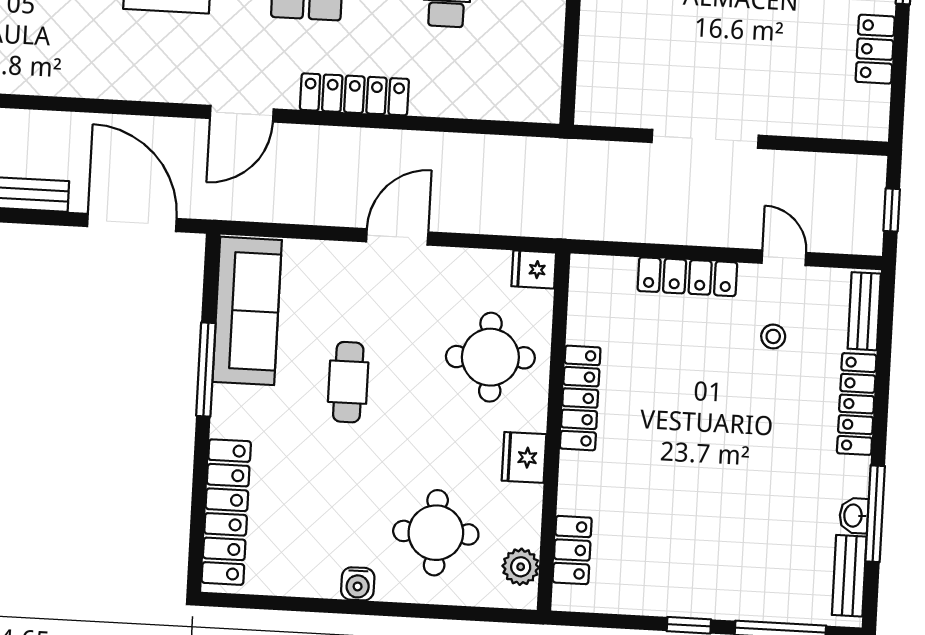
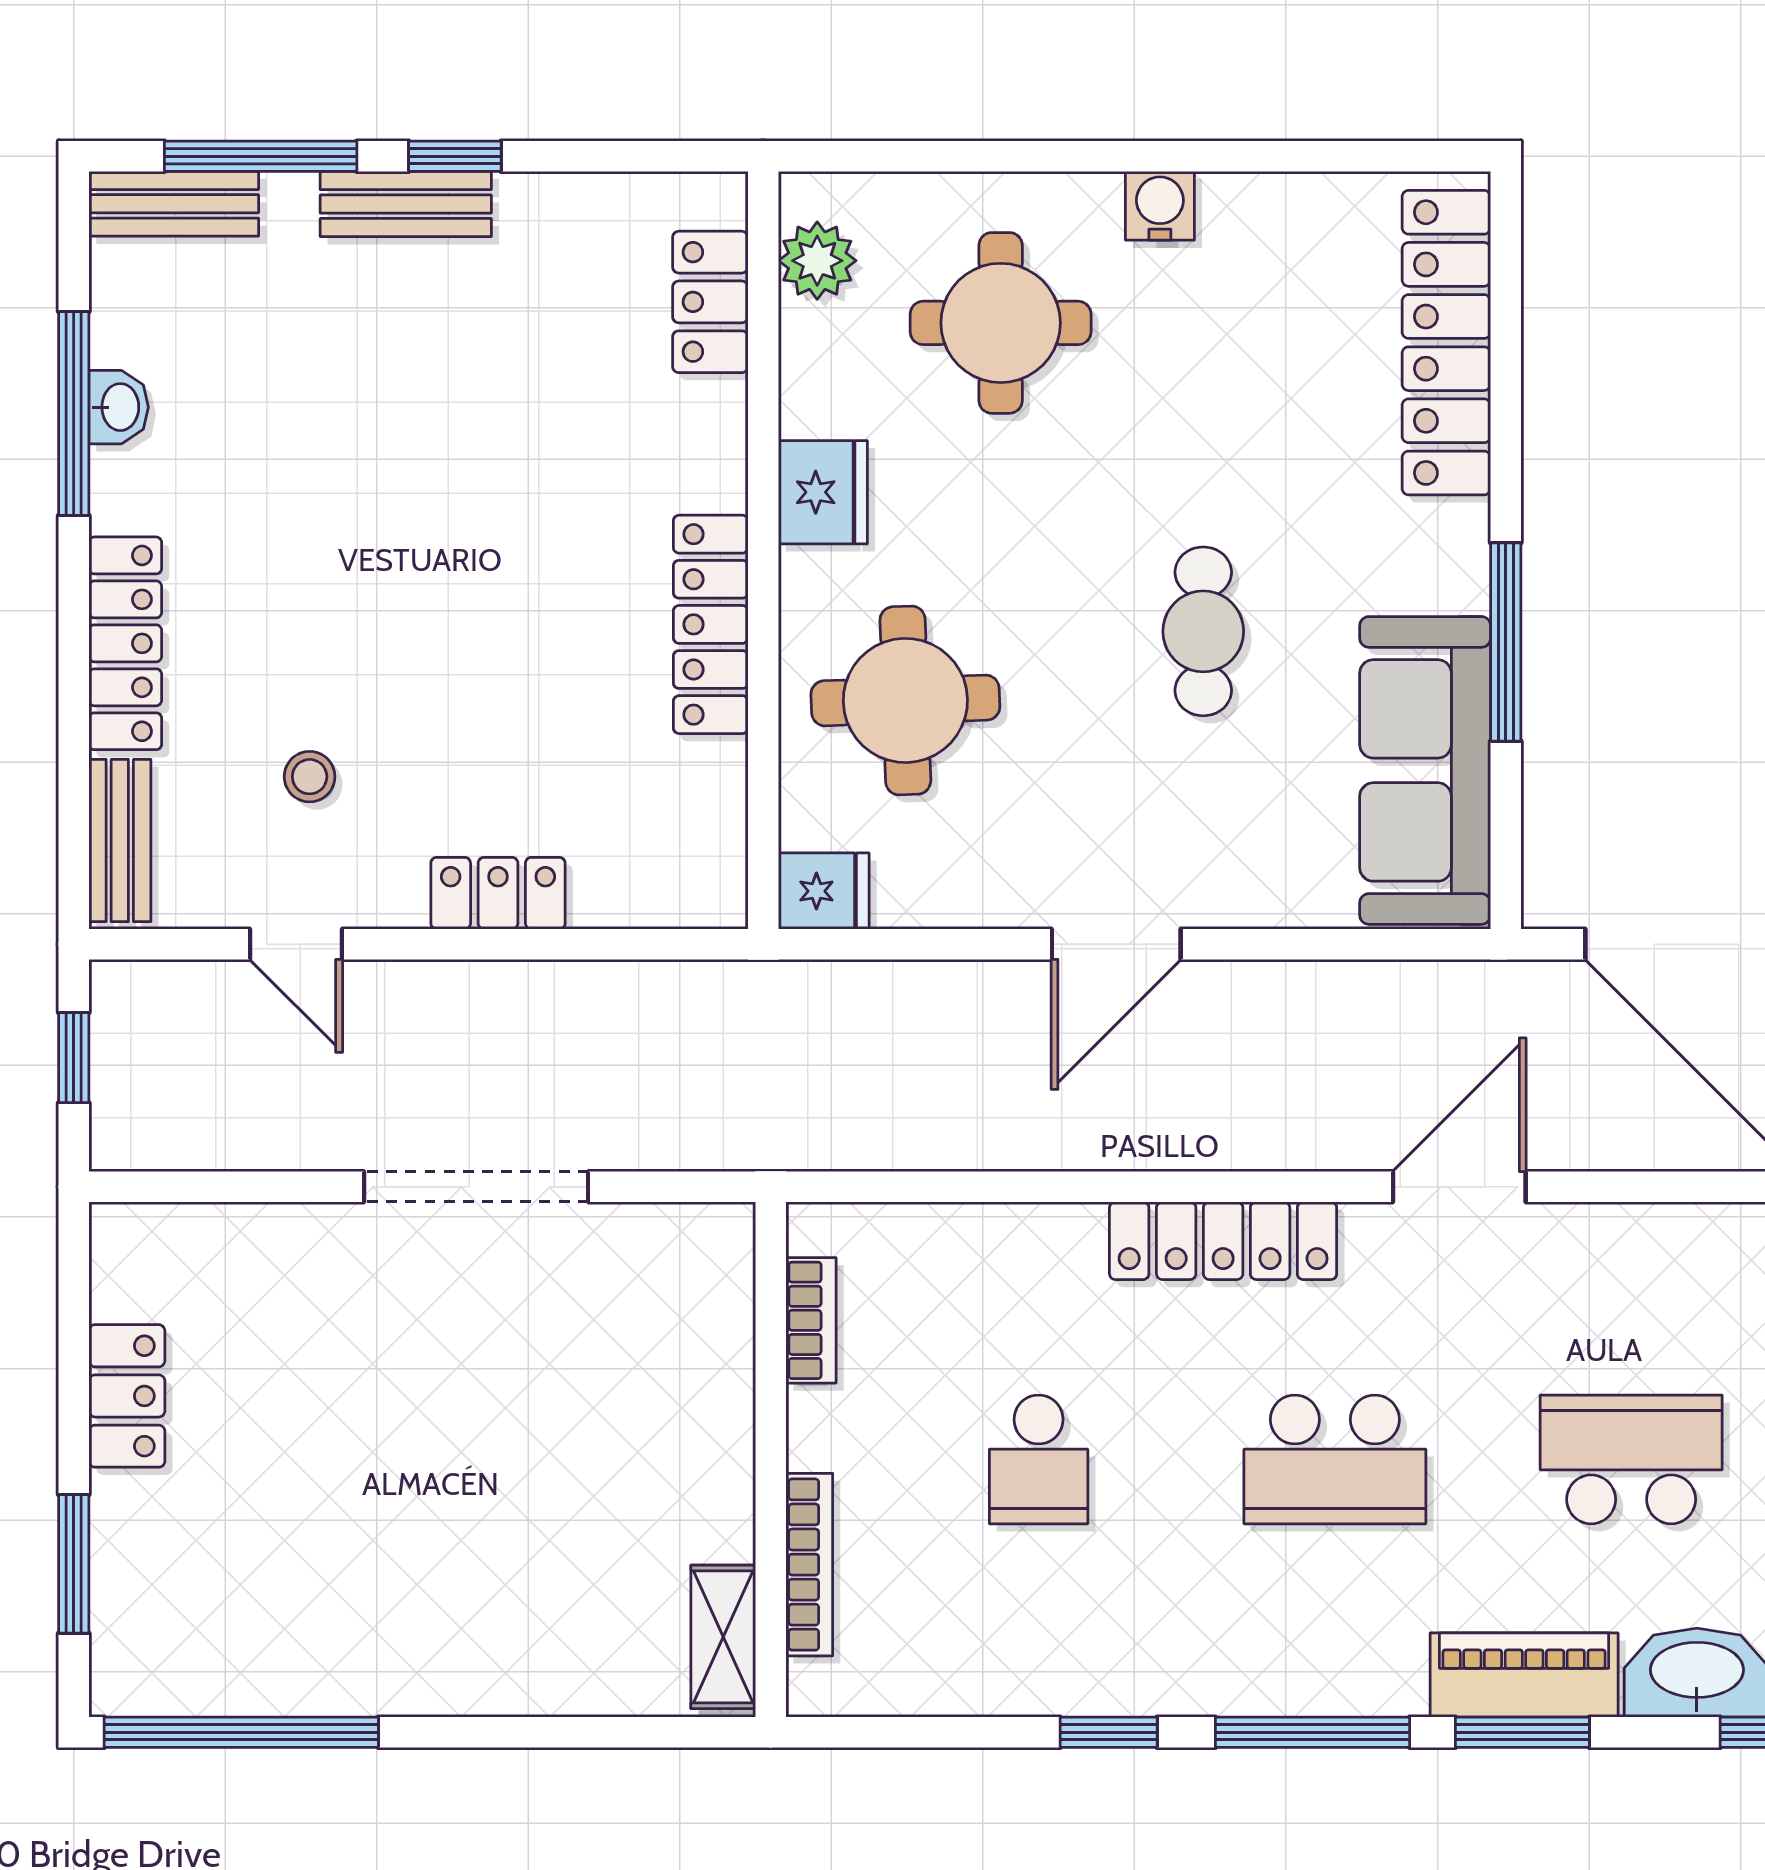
bookcase: (551, 67) -> (811, 1320), added
locker: (687, 277) -> (498, 893), width x0.66
bench: (849, 576) -> (174, 204), moved, turned 90
bench: (713, 604) -> (406, 204), added

